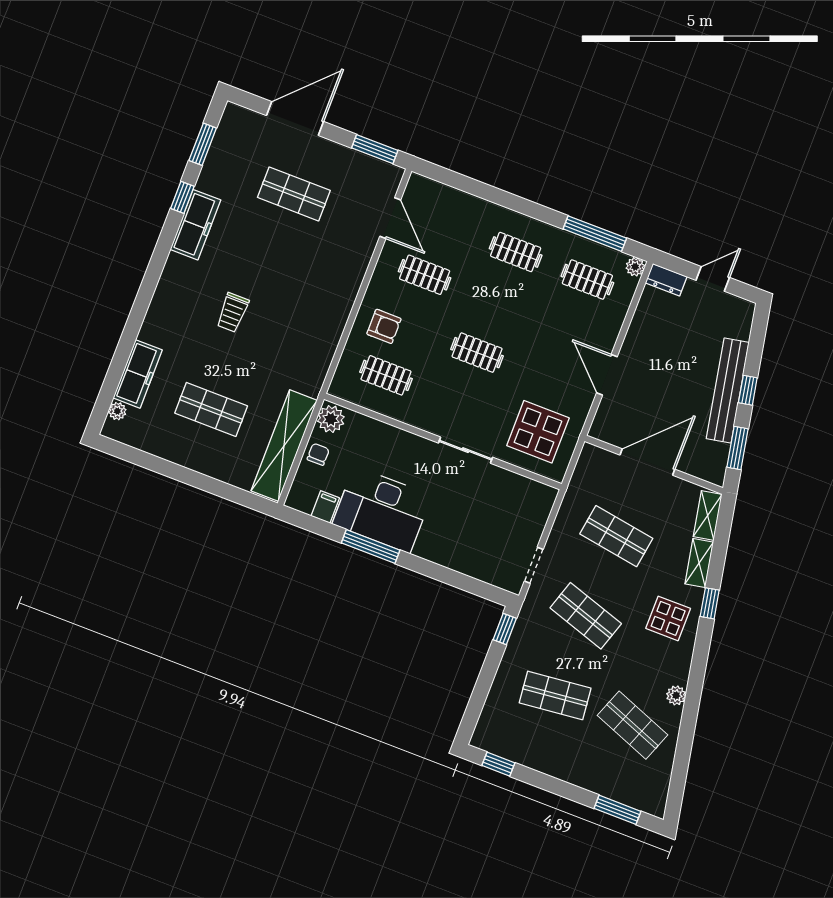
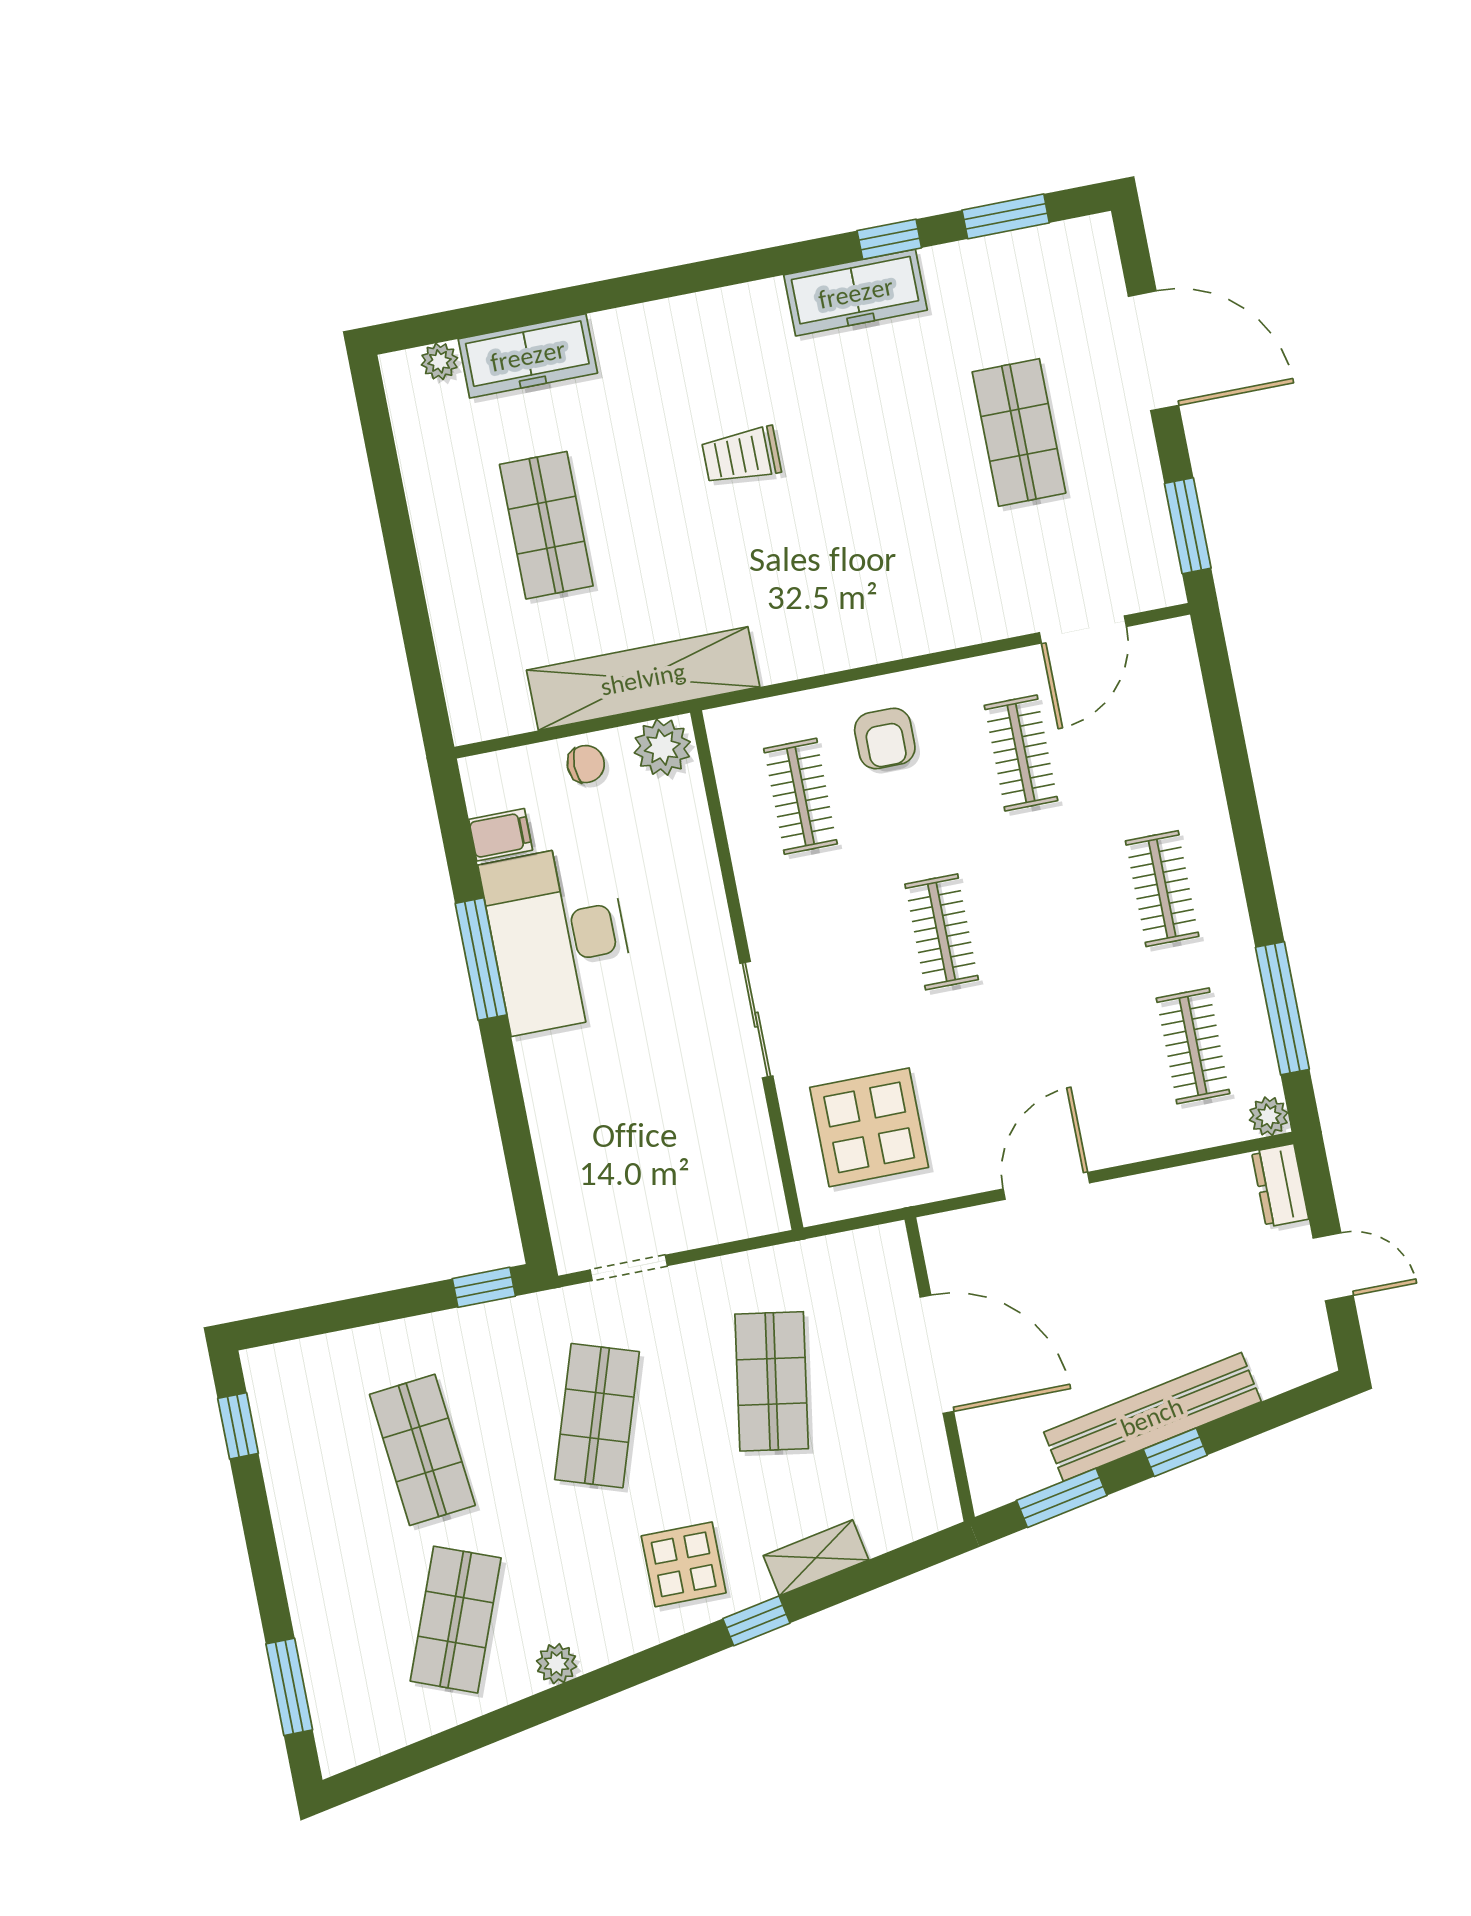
shelving: (284, 446) -> (643, 679), moved
shelving: (708, 515) -> (909, 1520), removed

